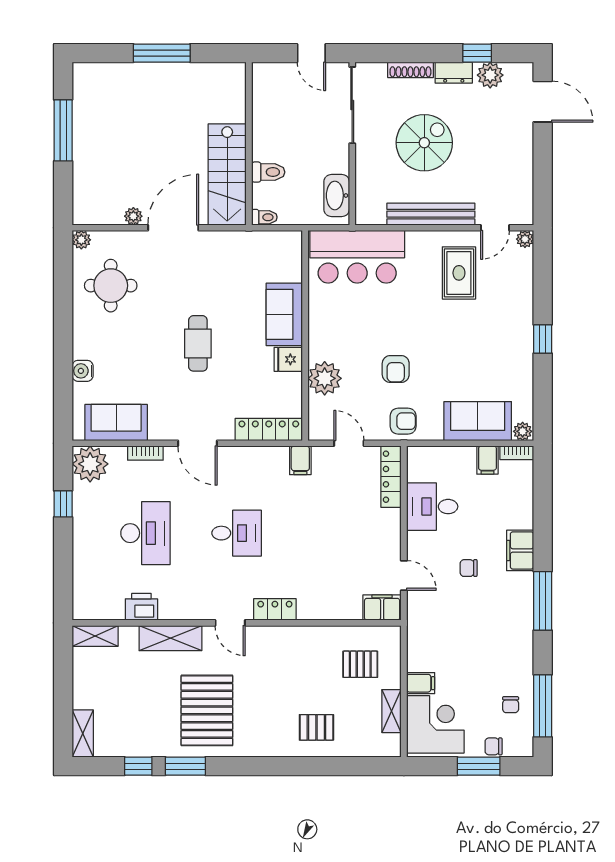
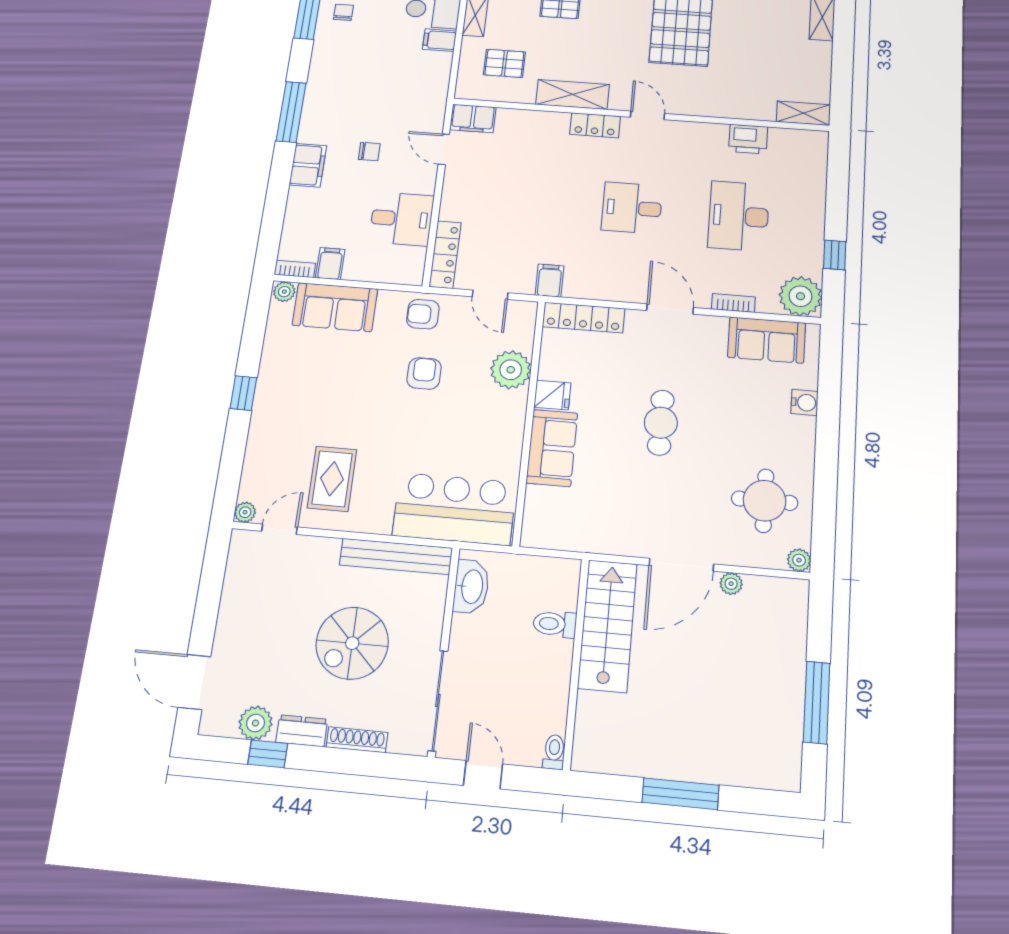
bench: (431, 214) -> (396, 556), moved
toilet: (264, 217) -> (554, 752), moved, turned 90
shelving: (170, 638) -> (573, 94), moved

